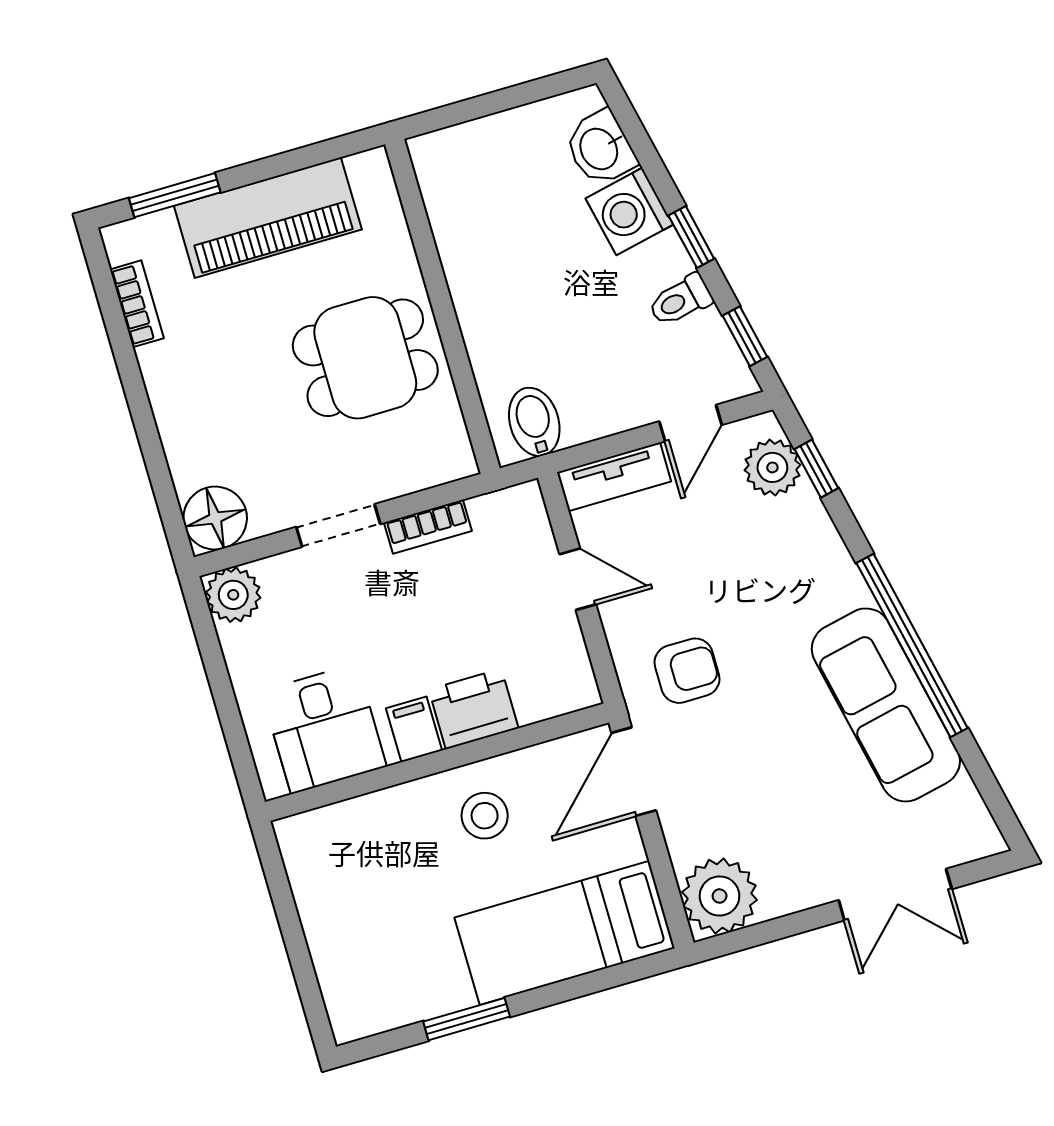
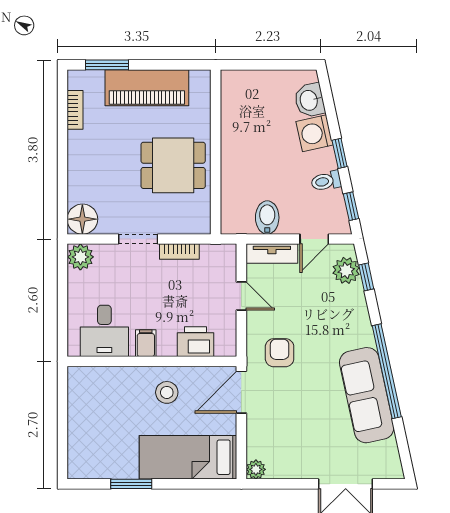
bidet: (534, 422) -> (267, 218), moved
armchair: (687, 671) -> (280, 353), turned -90
printer: (474, 709) -> (196, 342), moved
plant: (720, 896) -> (256, 469), width x0.53, depth x0.53

